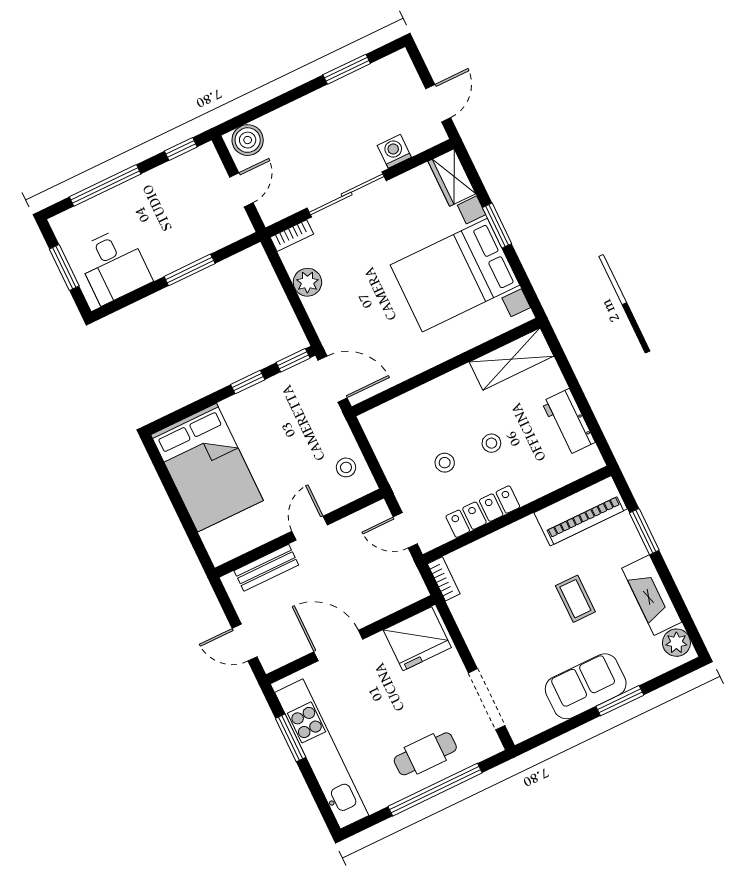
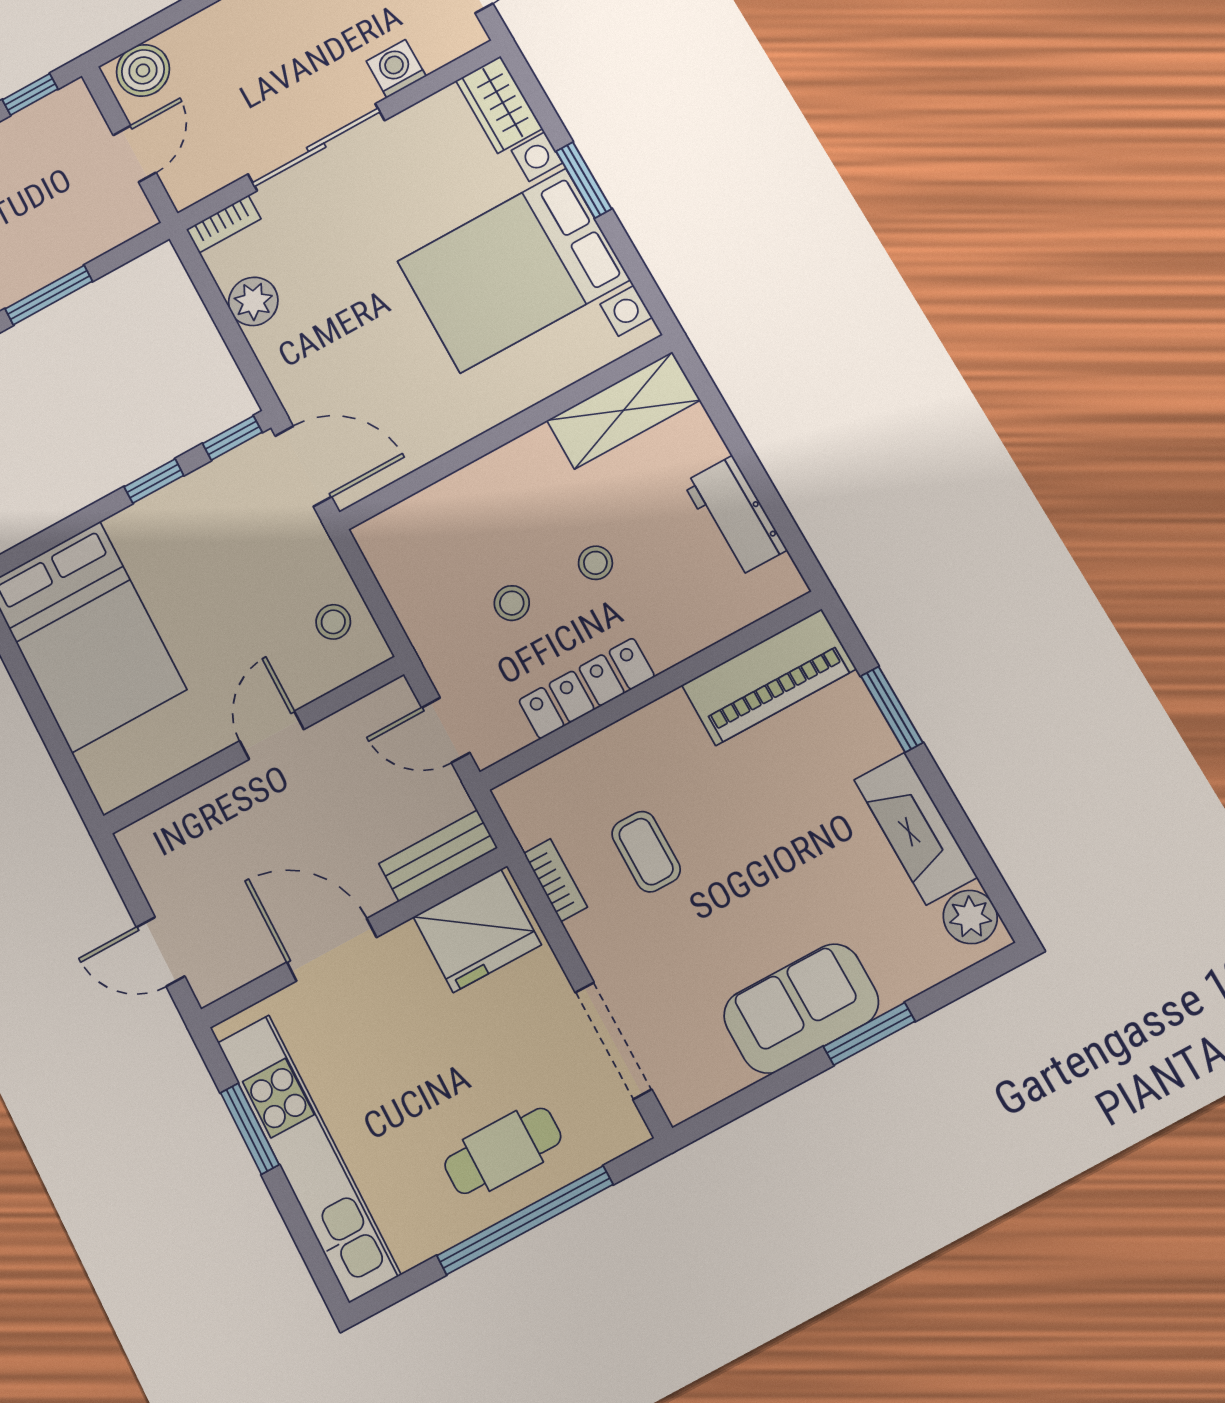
bench: (266, 568) -> (438, 856), moved
bookcase: (444, 579) -> (555, 880), moved
coffee table: (575, 599) -> (646, 852), moved

